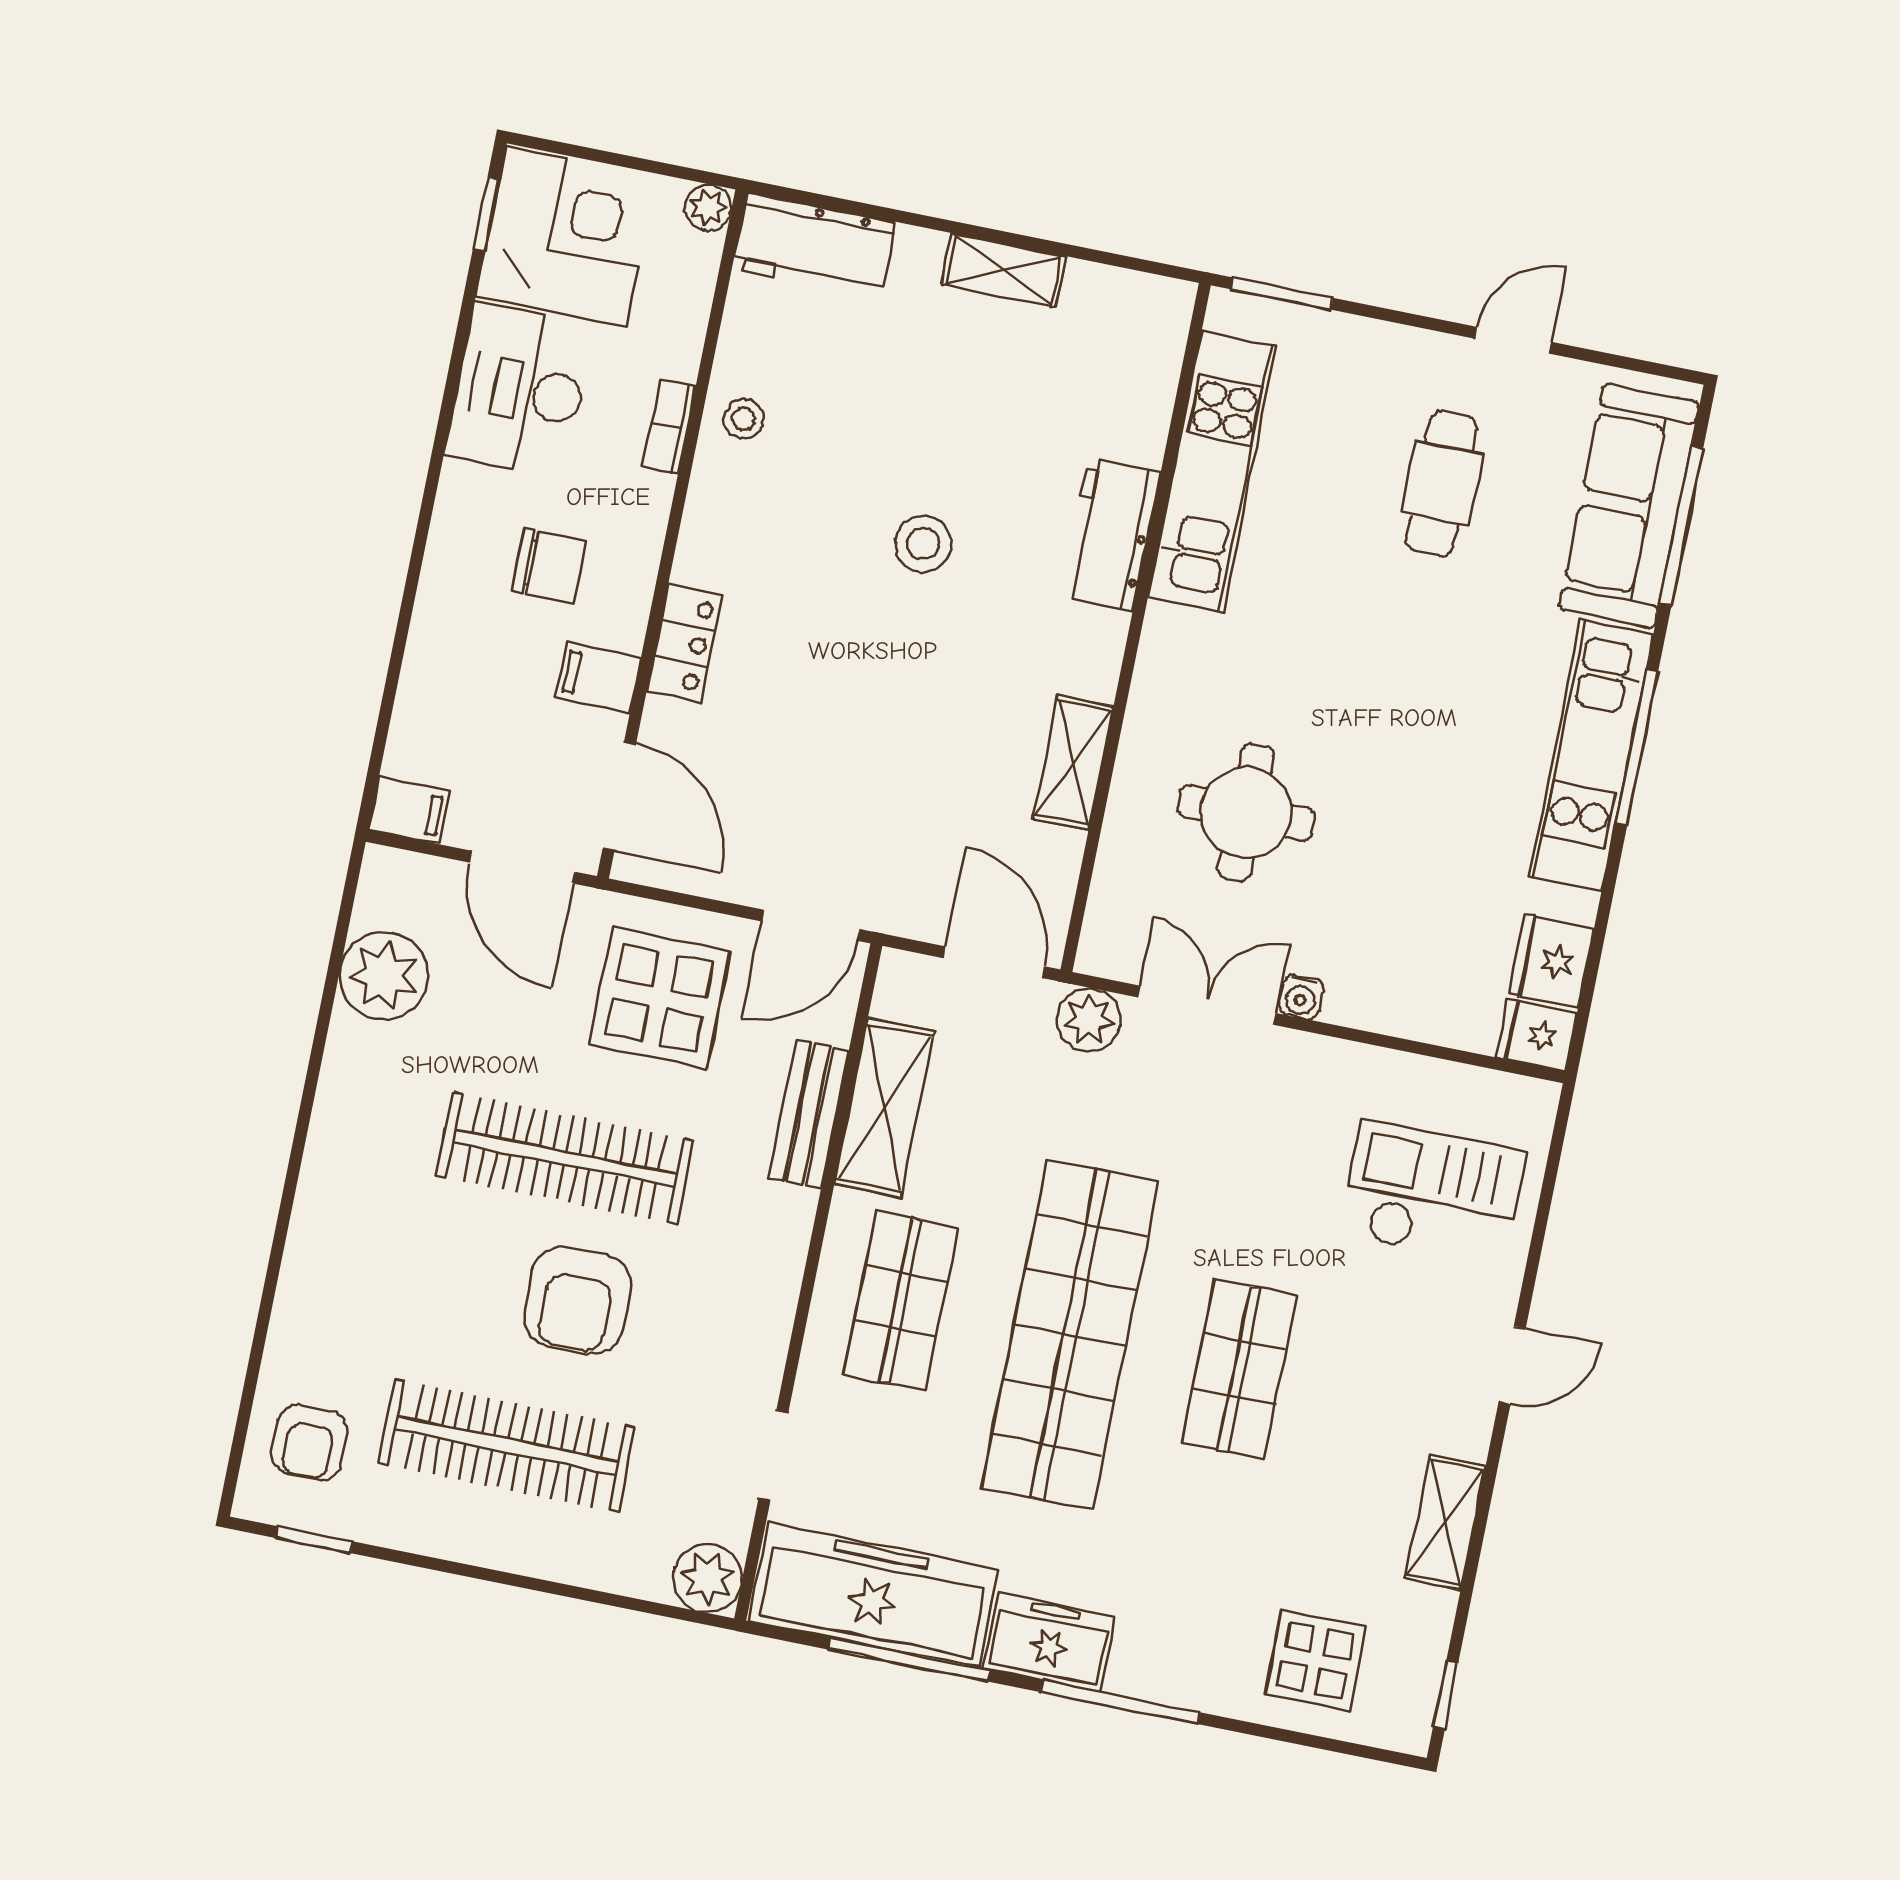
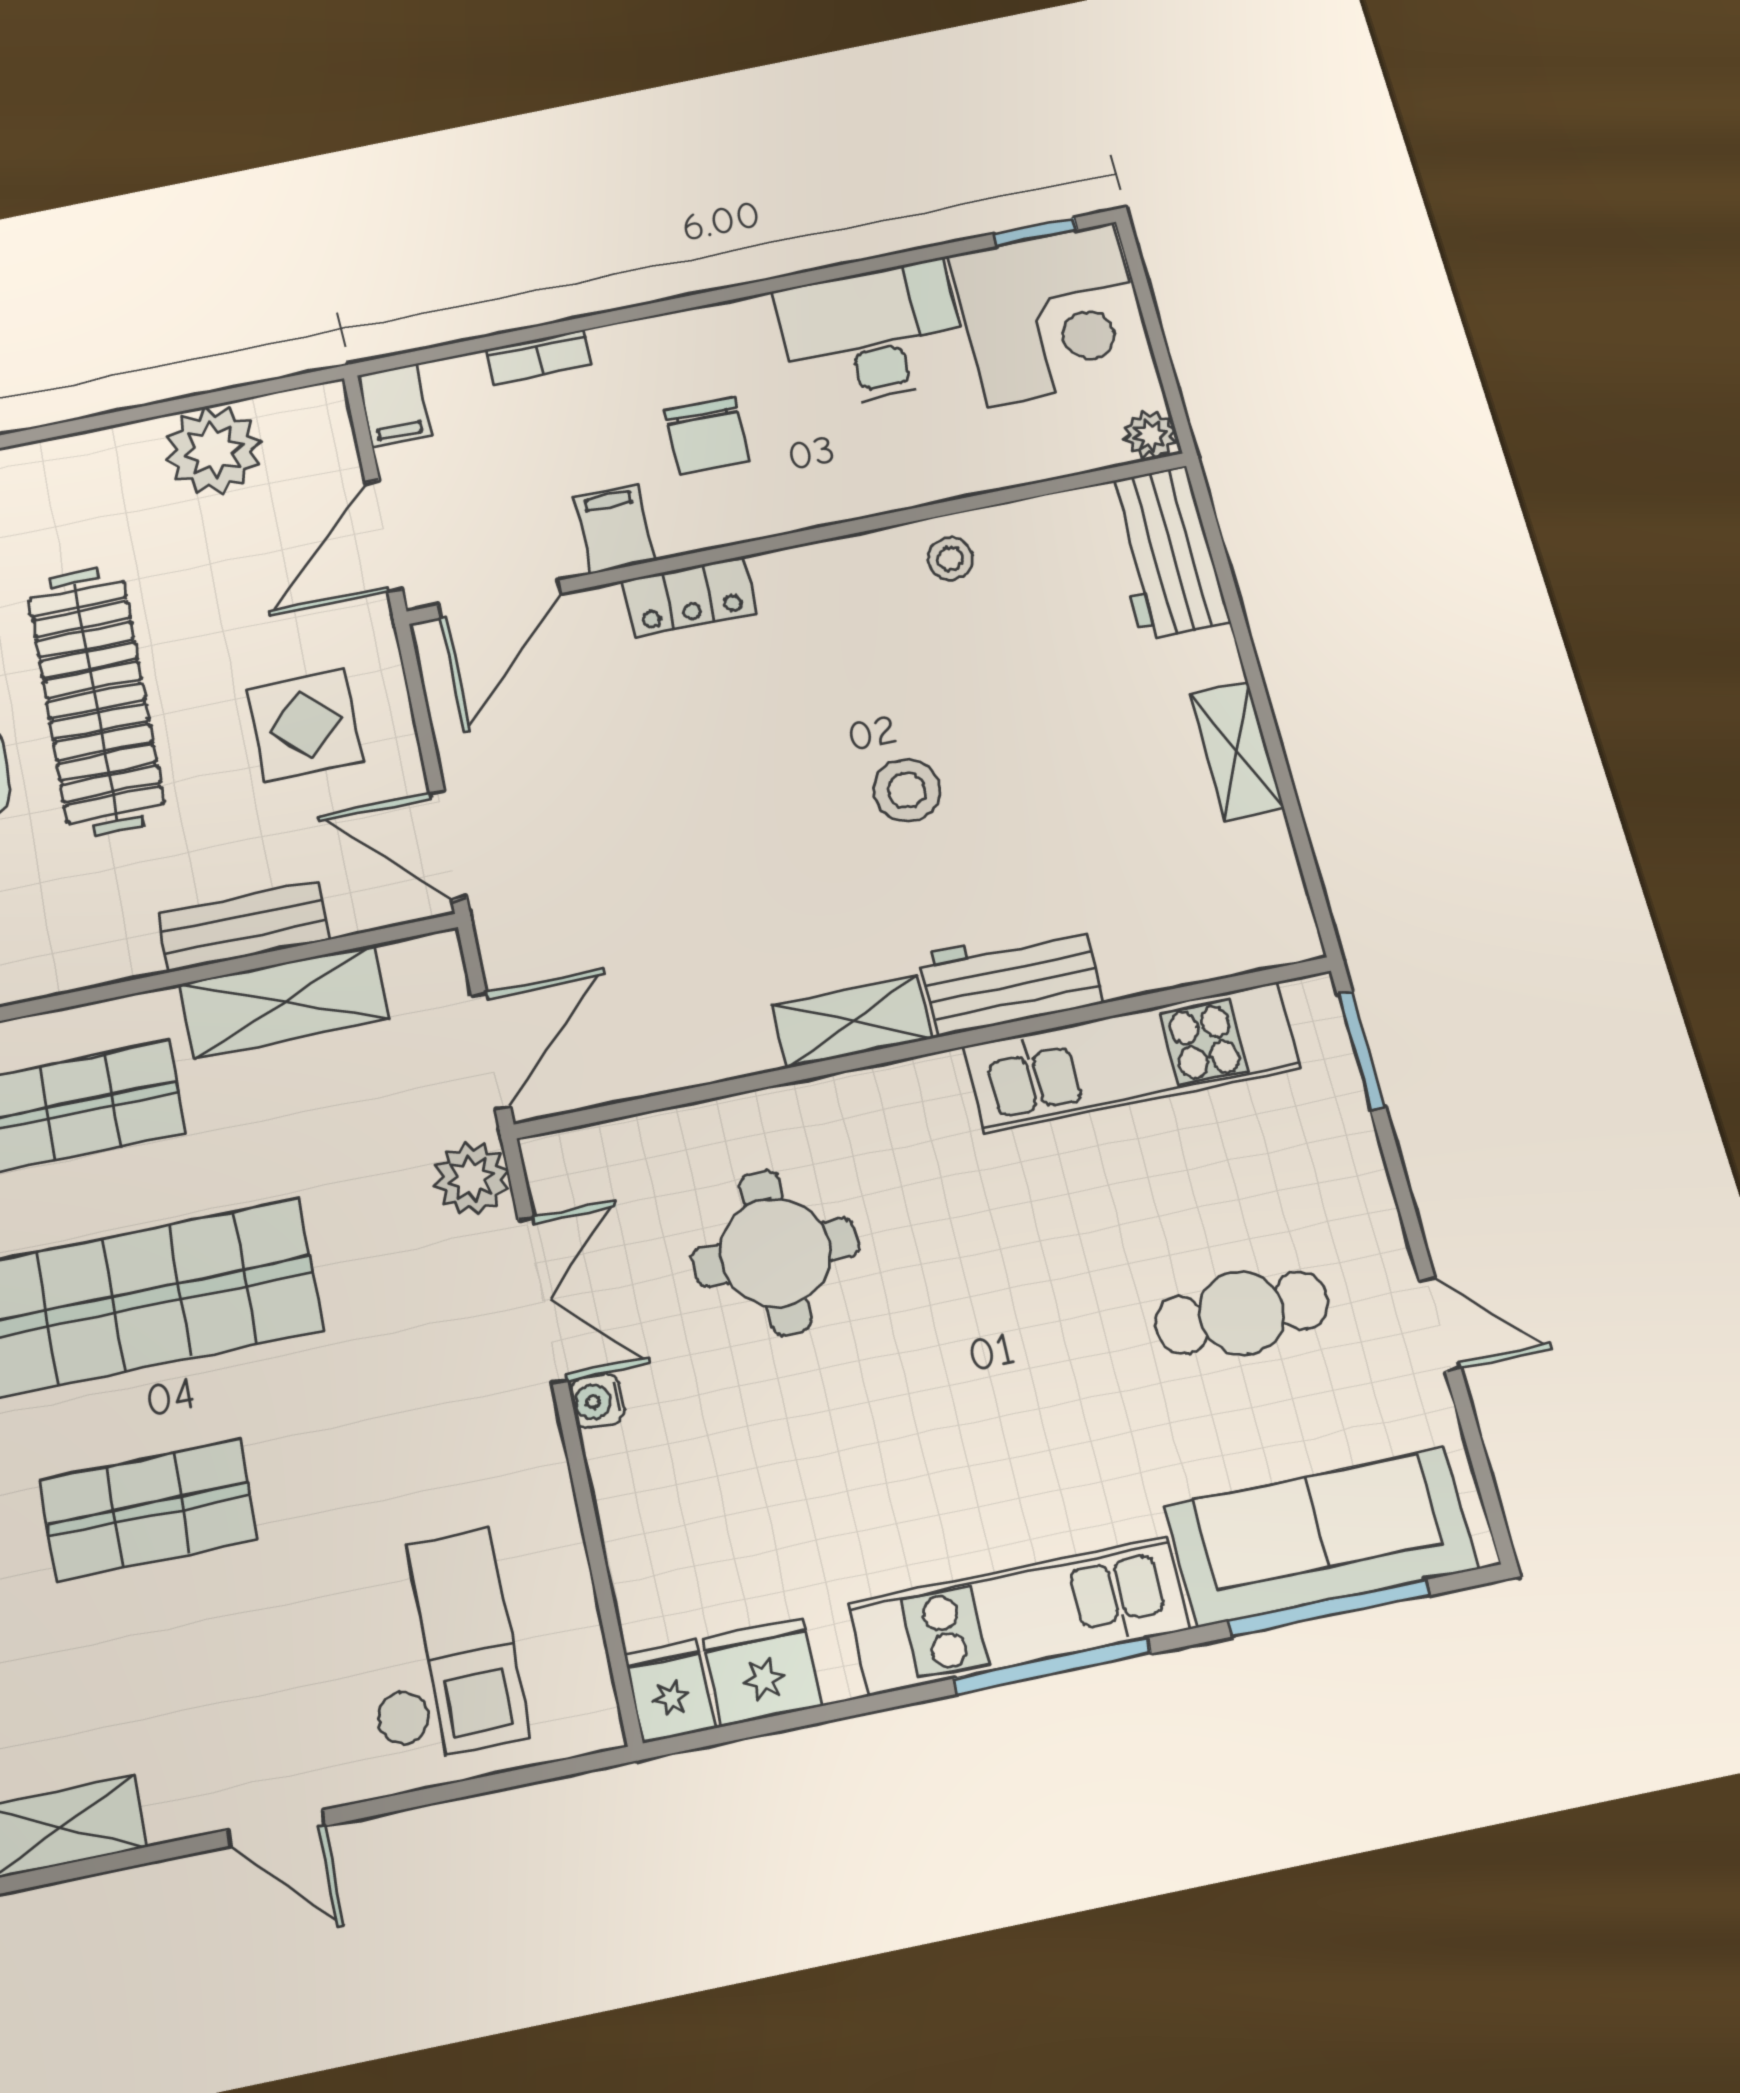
bookcase: (669, 427) -> (538, 357), moved, turned 180
shelving: (1073, 763) -> (852, 1022), moved
display table: (659, 998) -> (305, 725), width x0.73, depth x0.73

